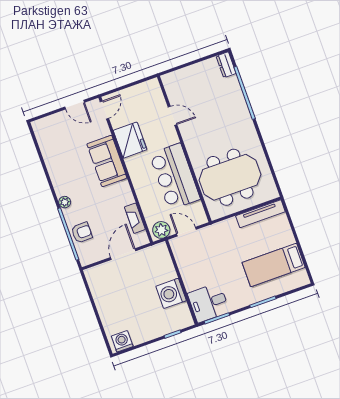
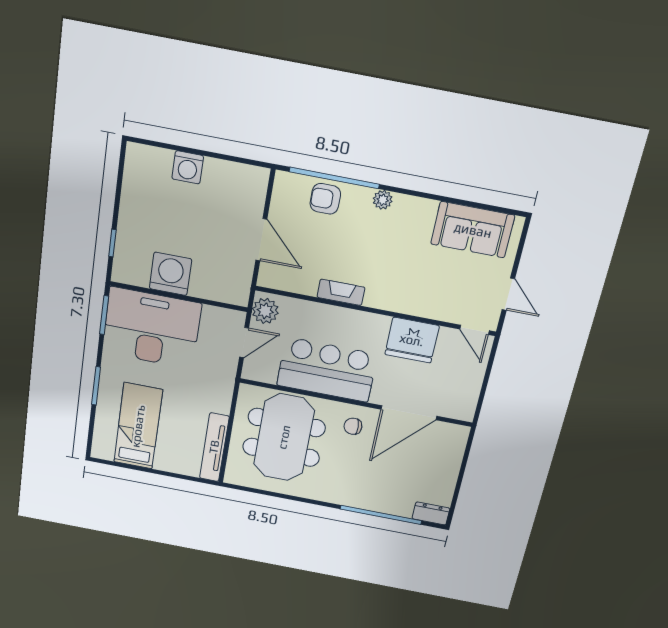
door: (75, 105) -> (508, 294), swing flipped
door: (172, 116) -> (409, 413), width x1.88
chair: (199, 142) -> (353, 426), added
sofa: (107, 161) -> (473, 230), moved, turned 180
fireplace: (135, 218) -> (341, 292), moved
armchair: (82, 232) -> (325, 199), turned 90
desk: (209, 303) -> (152, 328), width x1.87, depth x1.30
washing machine: (122, 341) -> (188, 167), moved, turned 90

